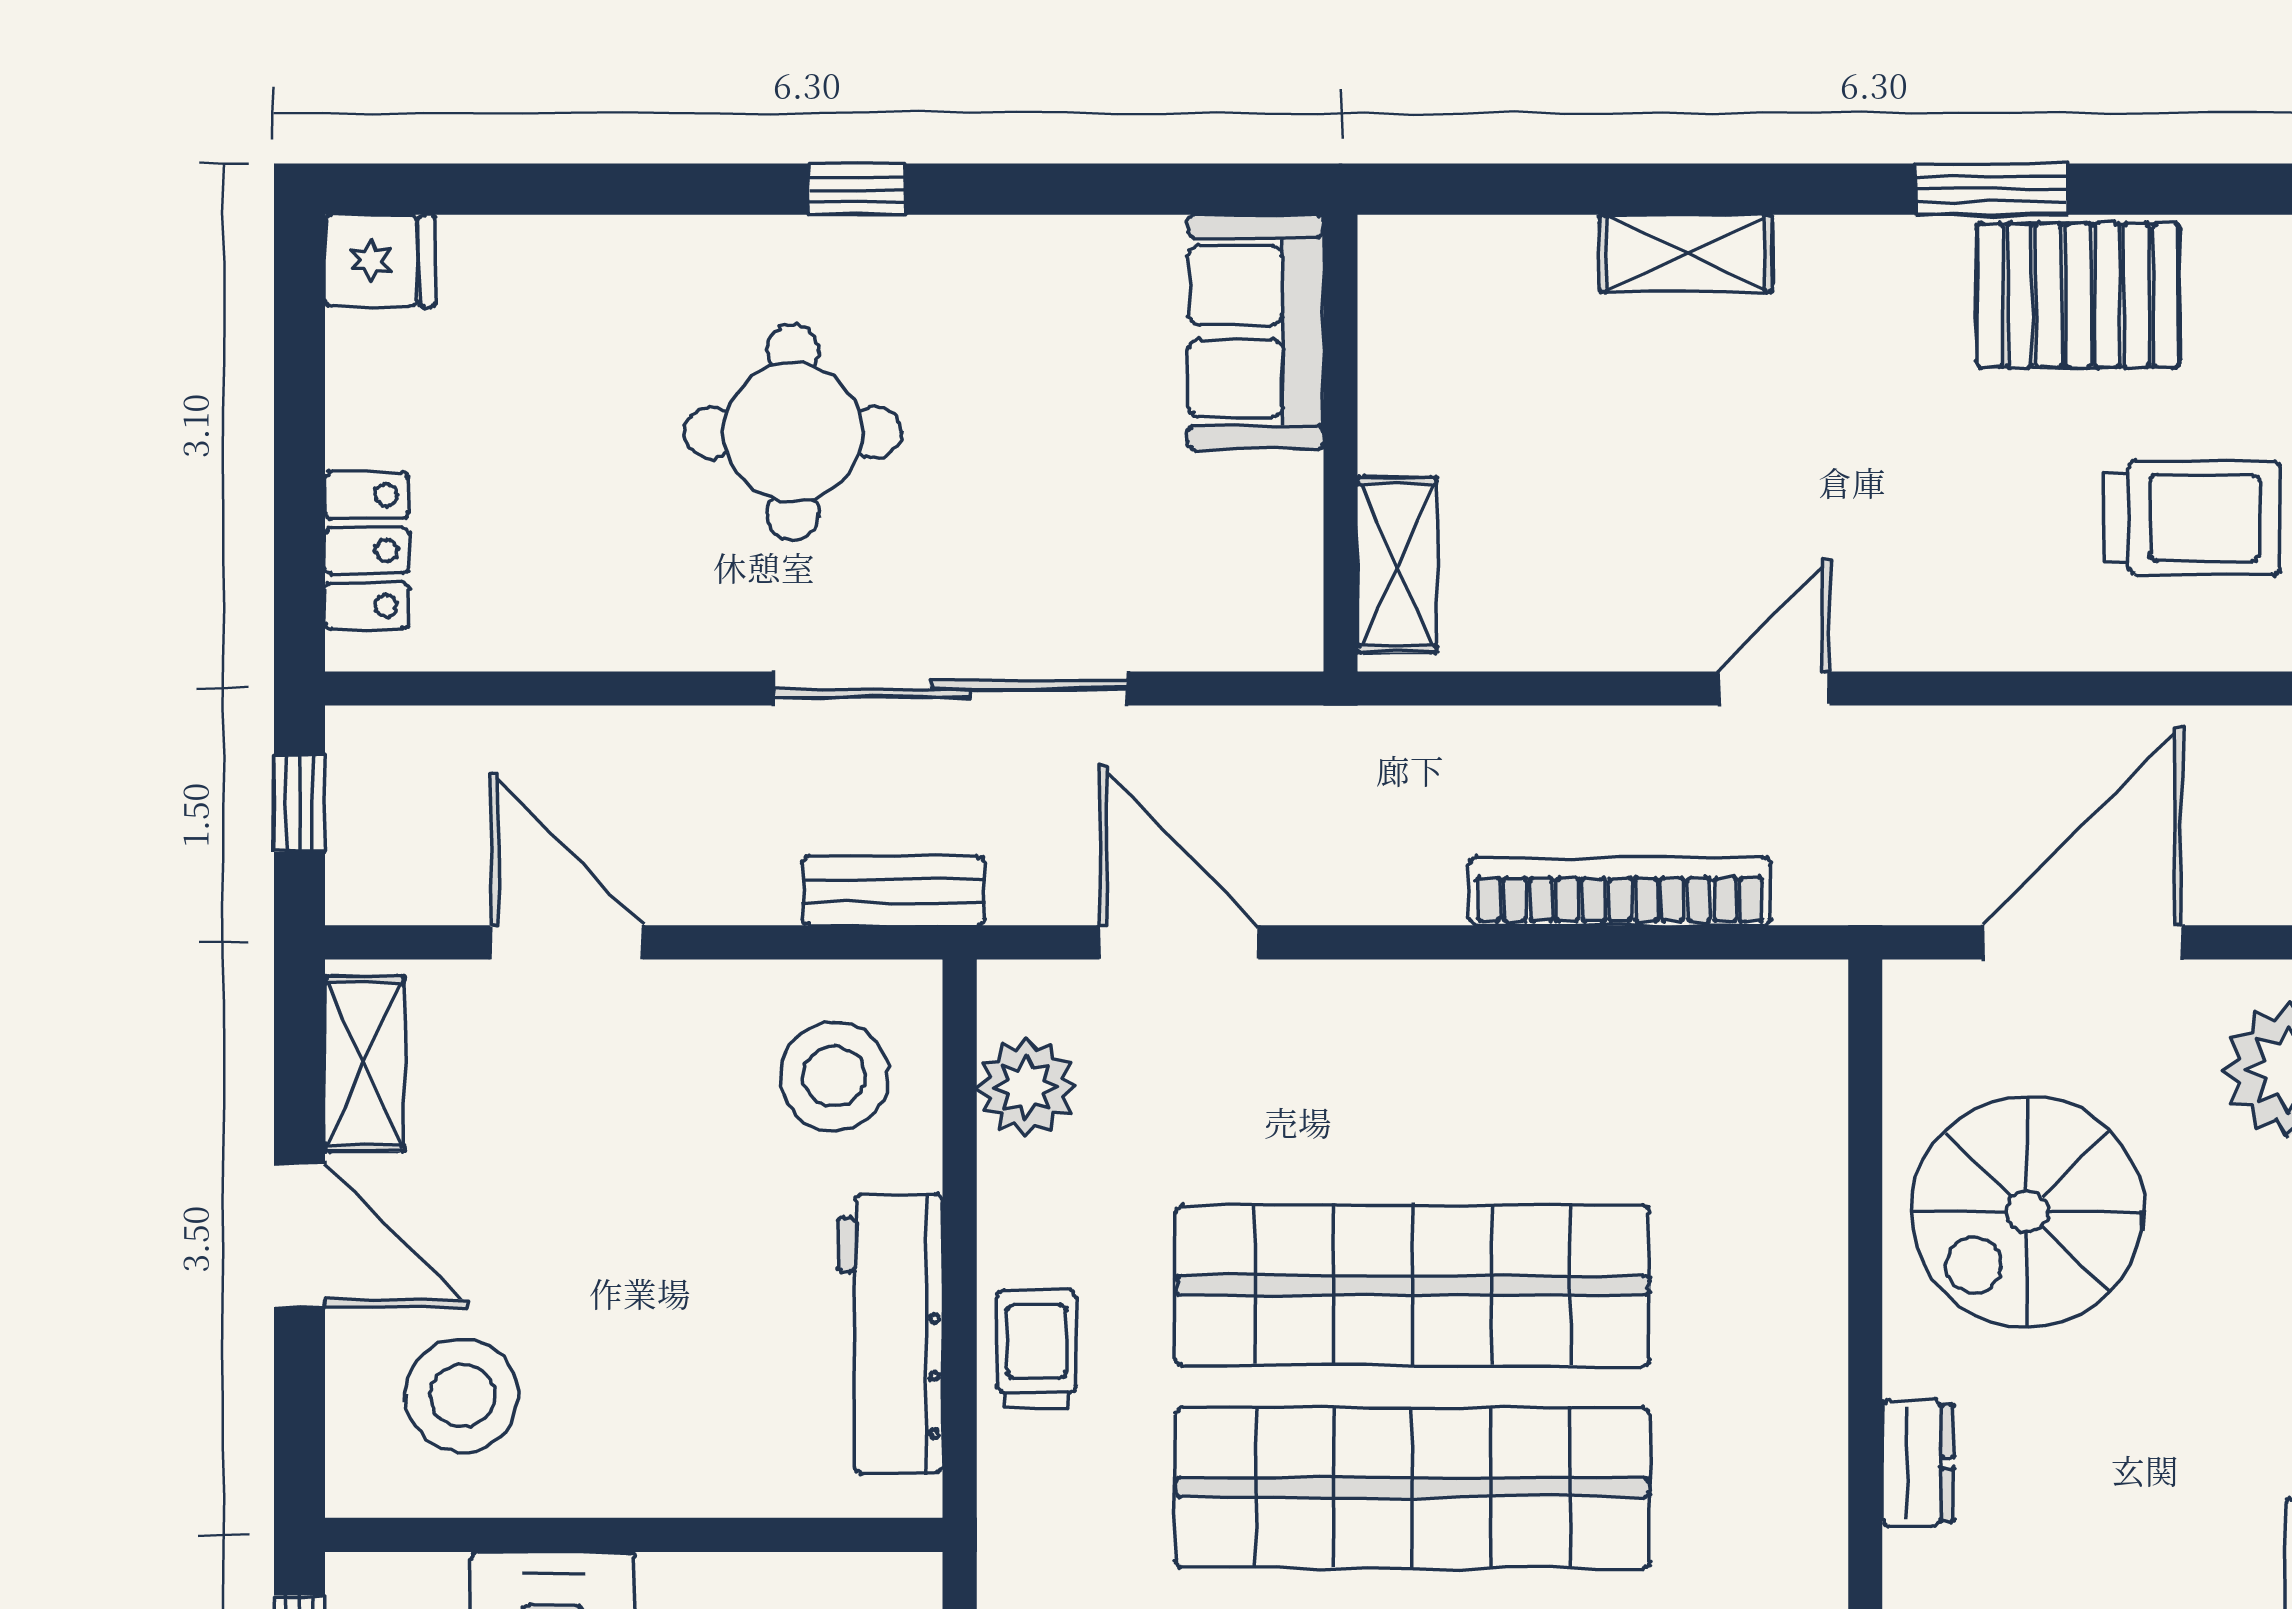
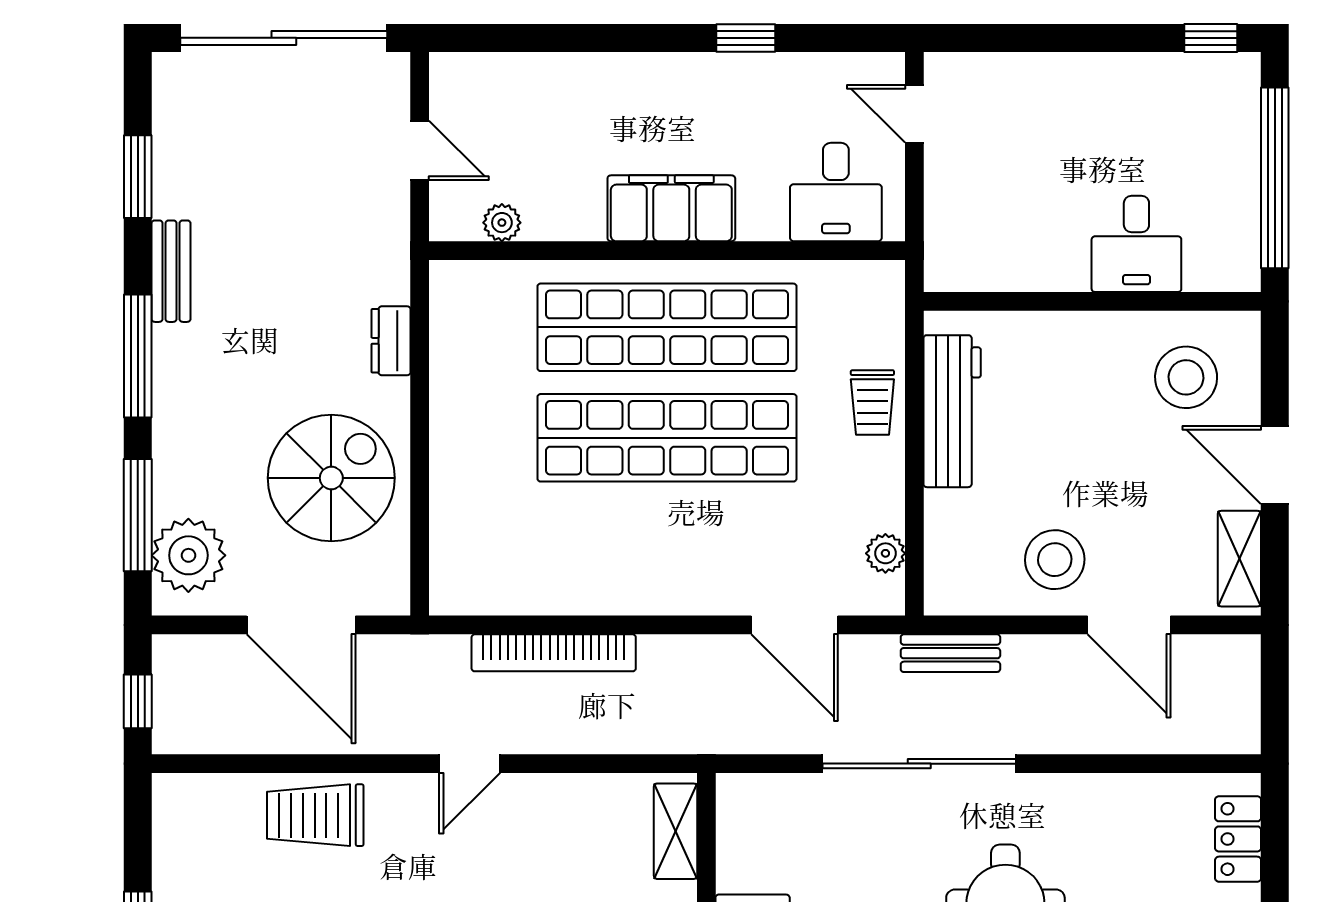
trolley: (2192, 518) -> (315, 815), moved
window: (299, 803) -> (1275, 701), removed
door: (2083, 942) -> (301, 625), hinge flipped
stool: (834, 1076) -> (1055, 560), moved
plant: (1026, 1087) -> (885, 553), width x0.73, depth x0.73

